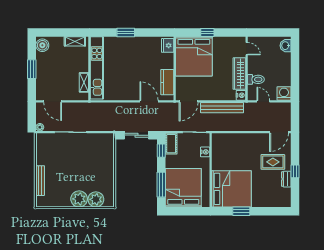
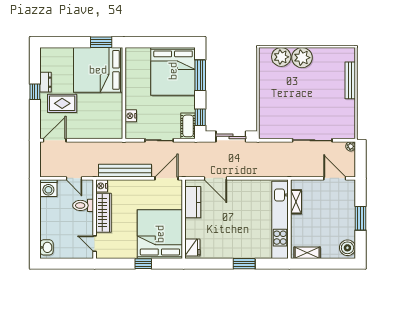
nightstand: (205, 152) -> (131, 116), moved
wall: (211, 170) -> (124, 93), moved
bed: (231, 189) -> (98, 70), moved

